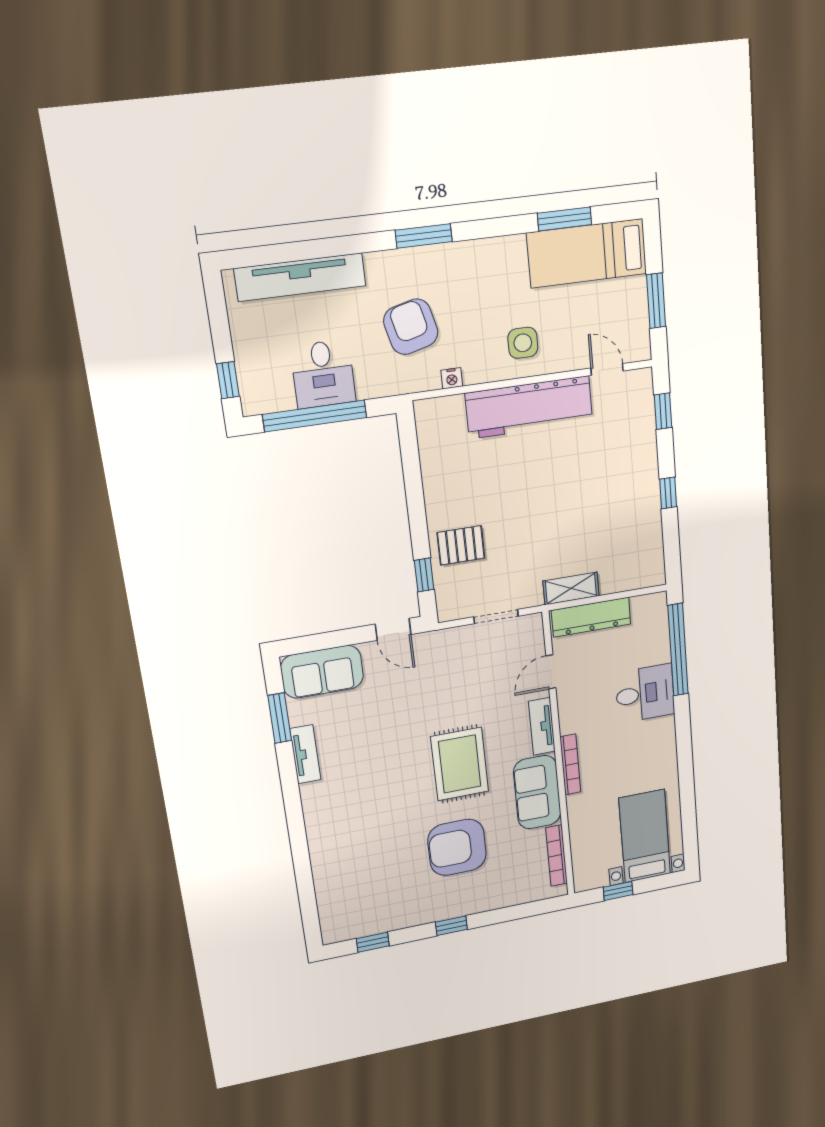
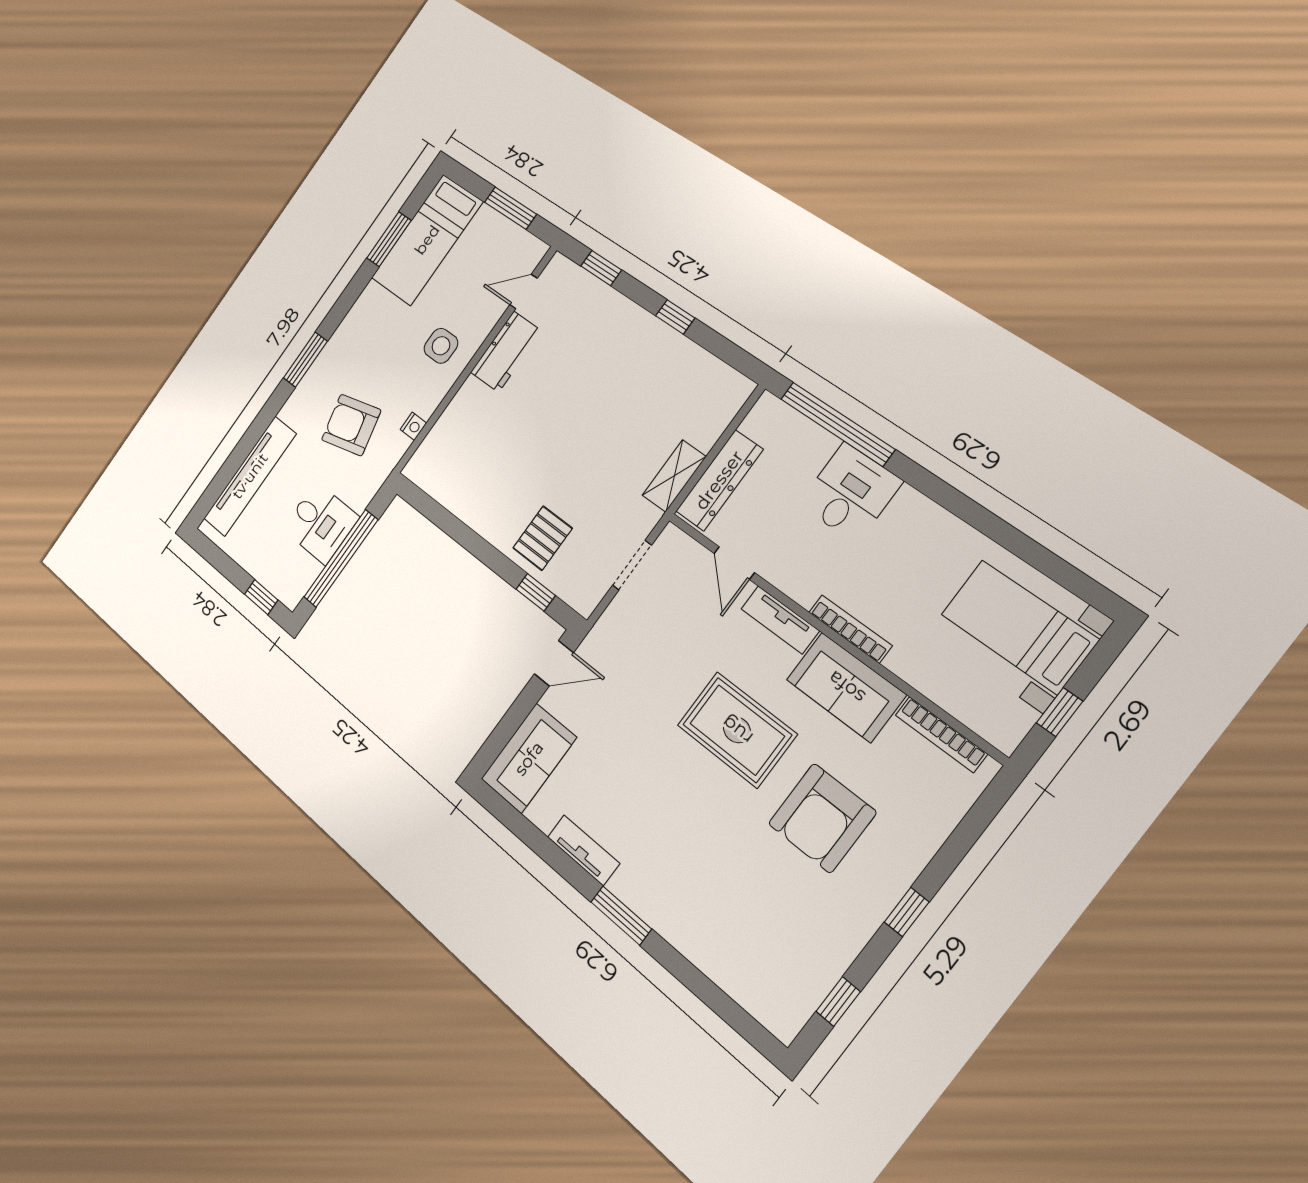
workbench: (529, 407) -> (506, 352), width x0.53, depth x0.76
window: (280, 718) -> (621, 915), moved

